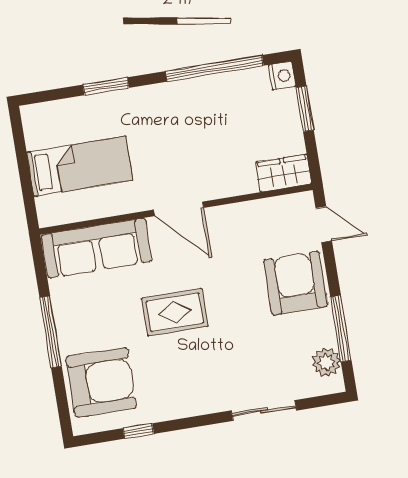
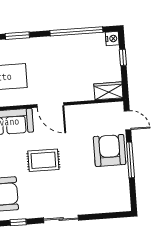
window: (305, 109) -> (123, 57), width x0.67
window: (341, 329) -> (130, 160), moved
plant: (326, 362) -> (122, 194), removed
sliding door: (264, 411) -> (61, 219), moved

